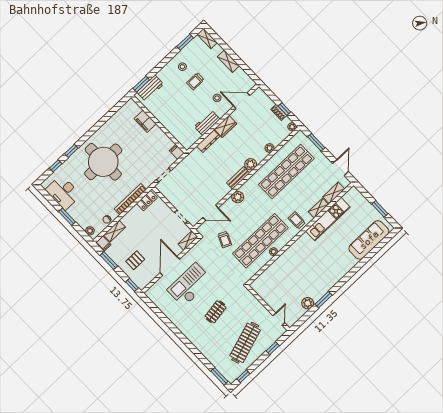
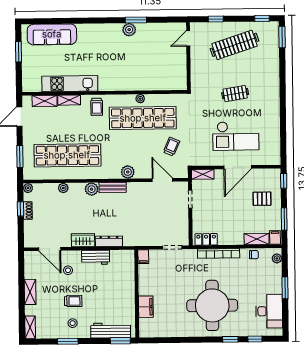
window: (185, 42) -> (68, 341), moved
workbench: (150, 88) -> (111, 330), width x1.38
plant: (308, 303) -> (129, 30), moved

